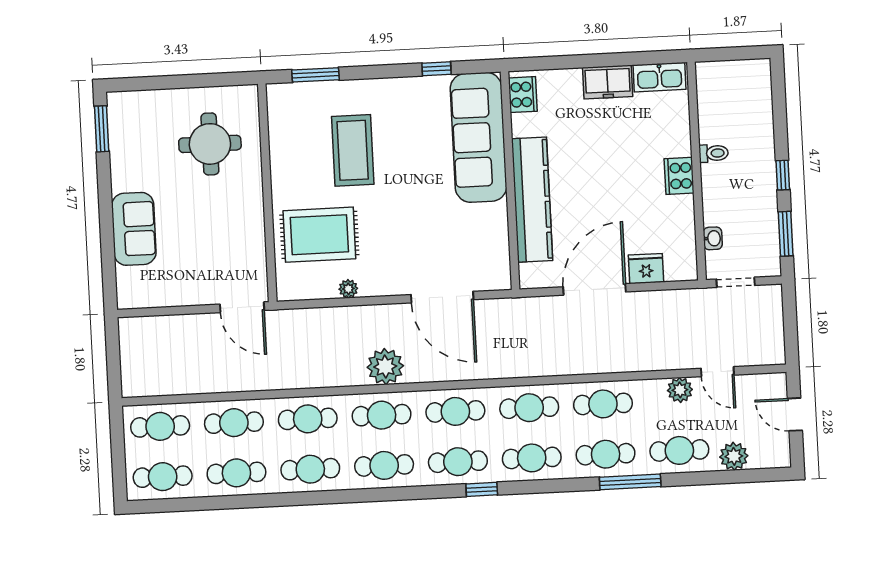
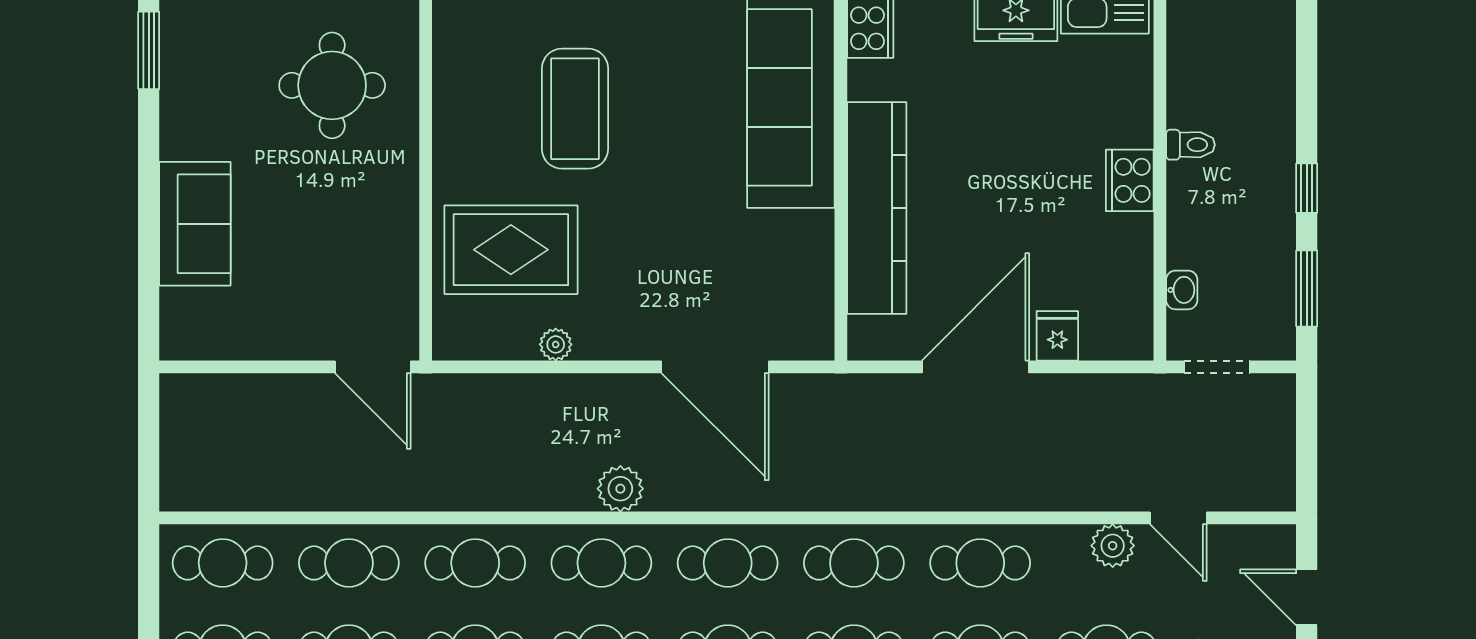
fridge: (646, 269) -> (1057, 336), width x0.72
plant: (385, 367) -> (620, 489), width x0.73, depth x0.73

